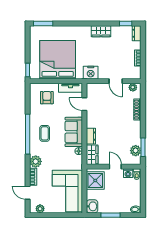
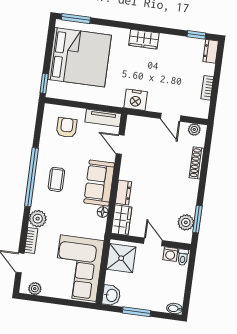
wardrobe: (101, 31) -> (144, 39), moved
bed: (58, 60) -> (80, 57), moved, turned 90

